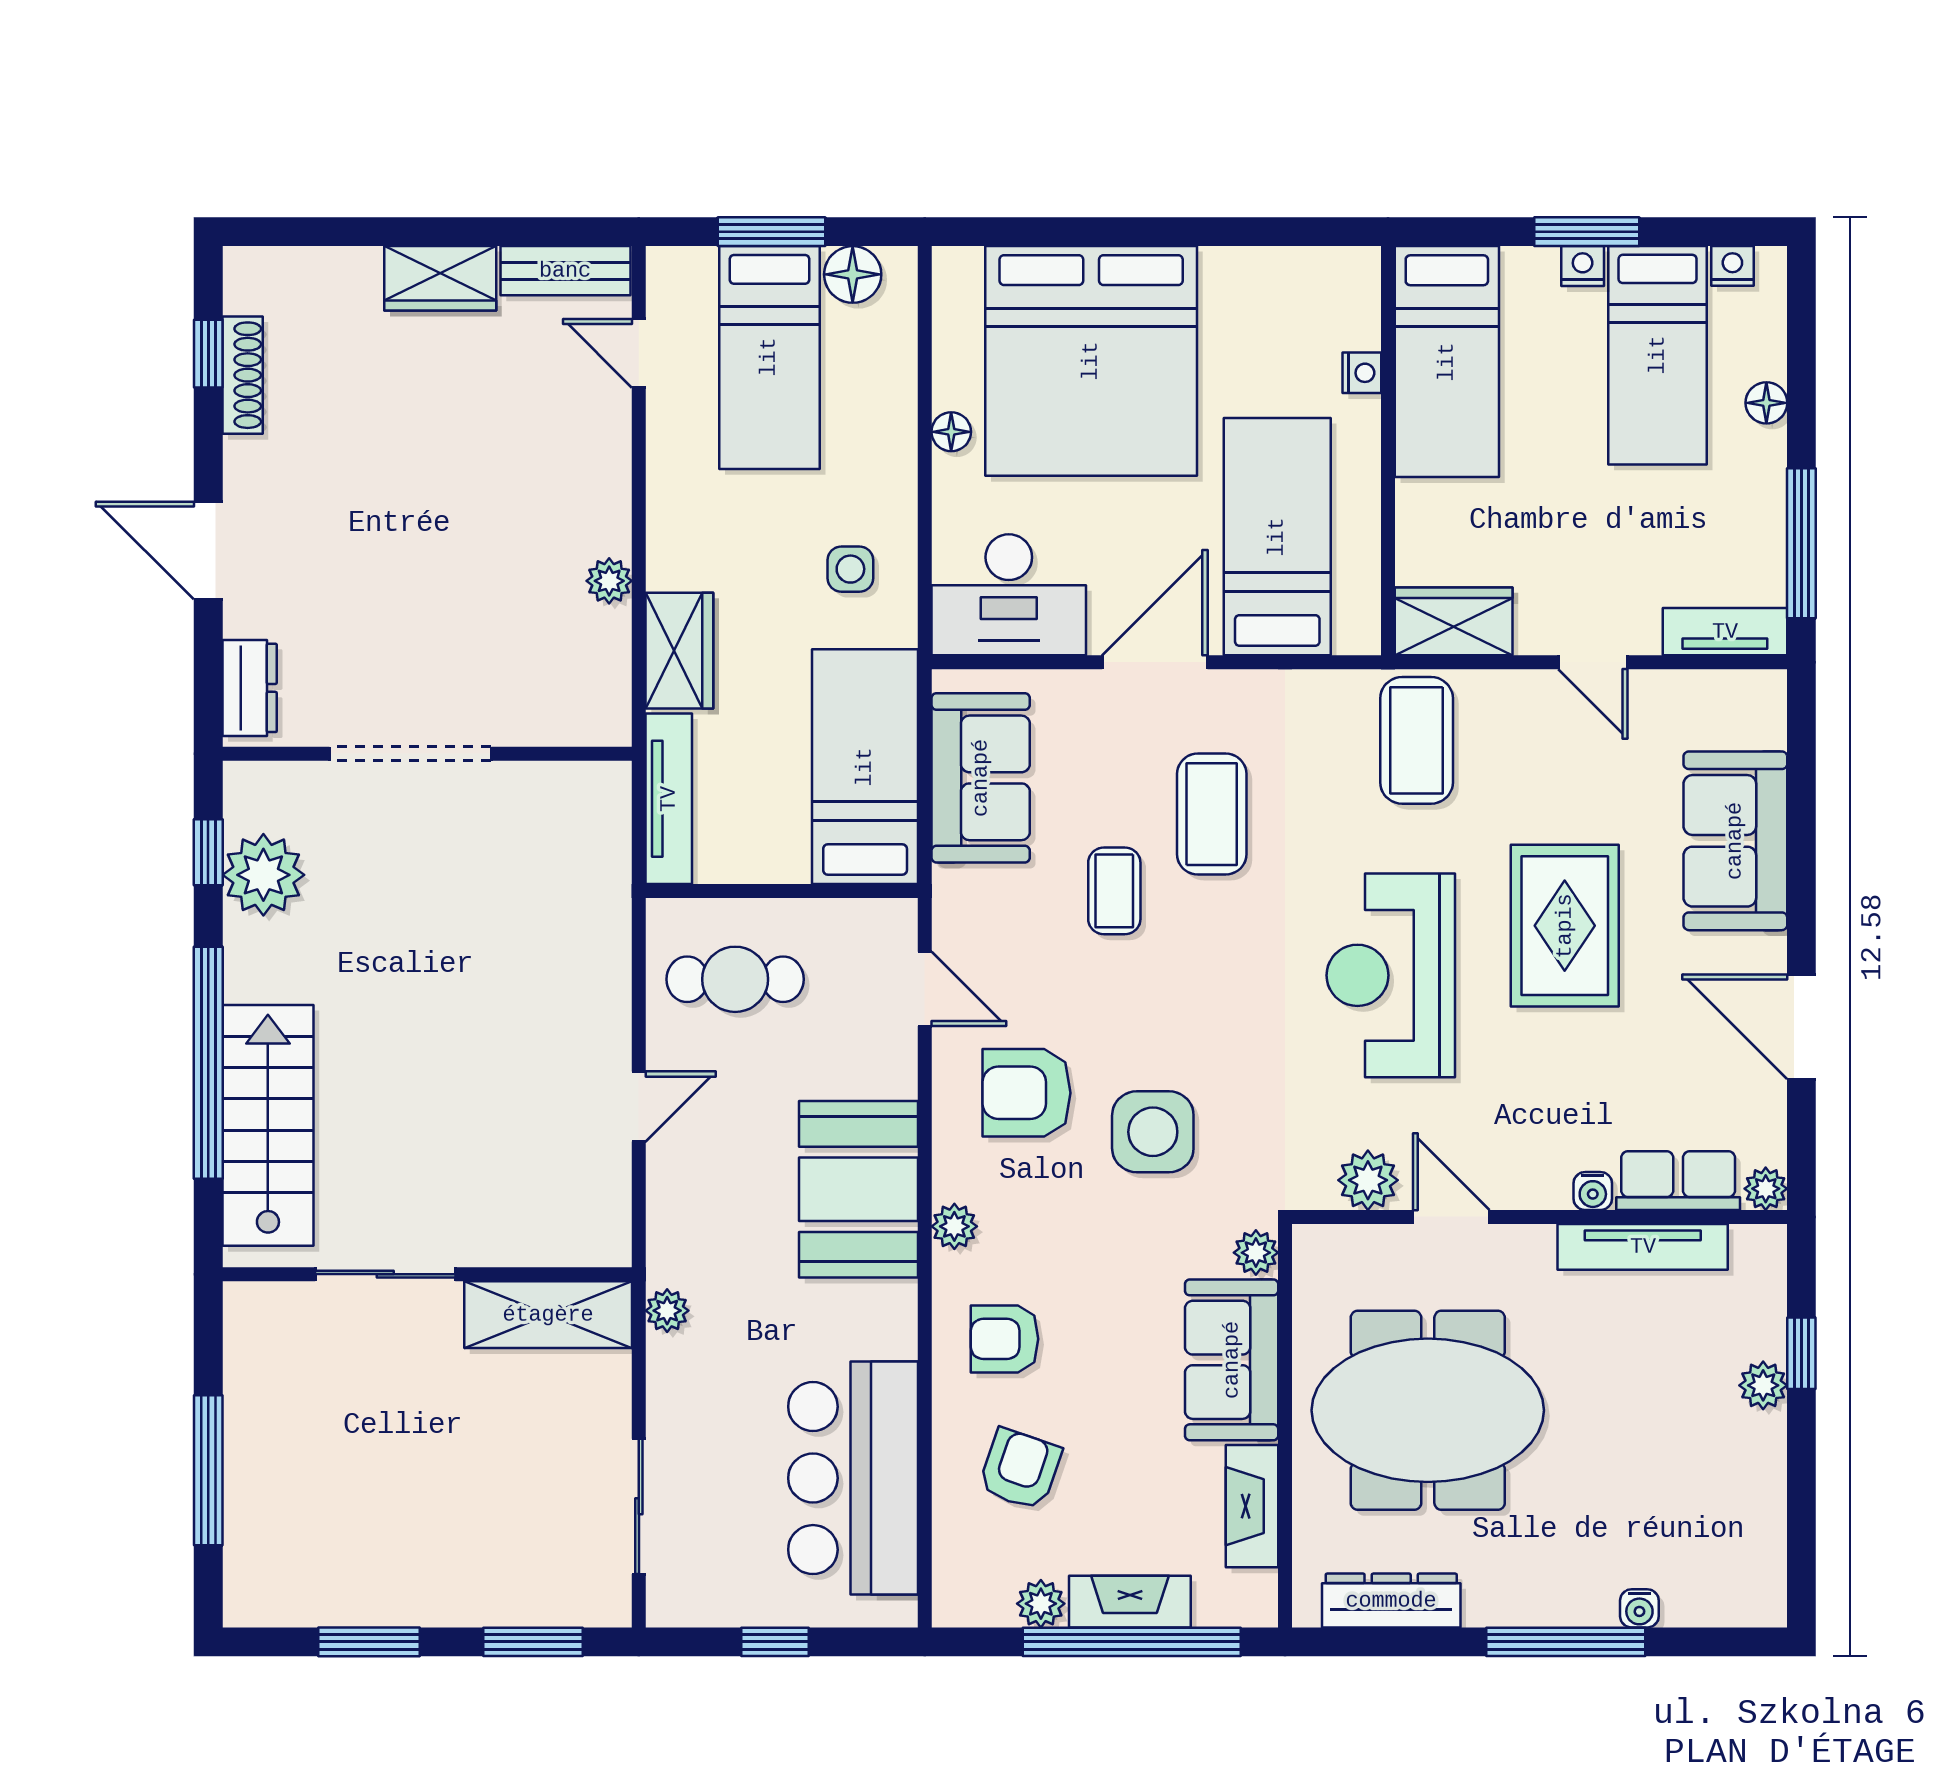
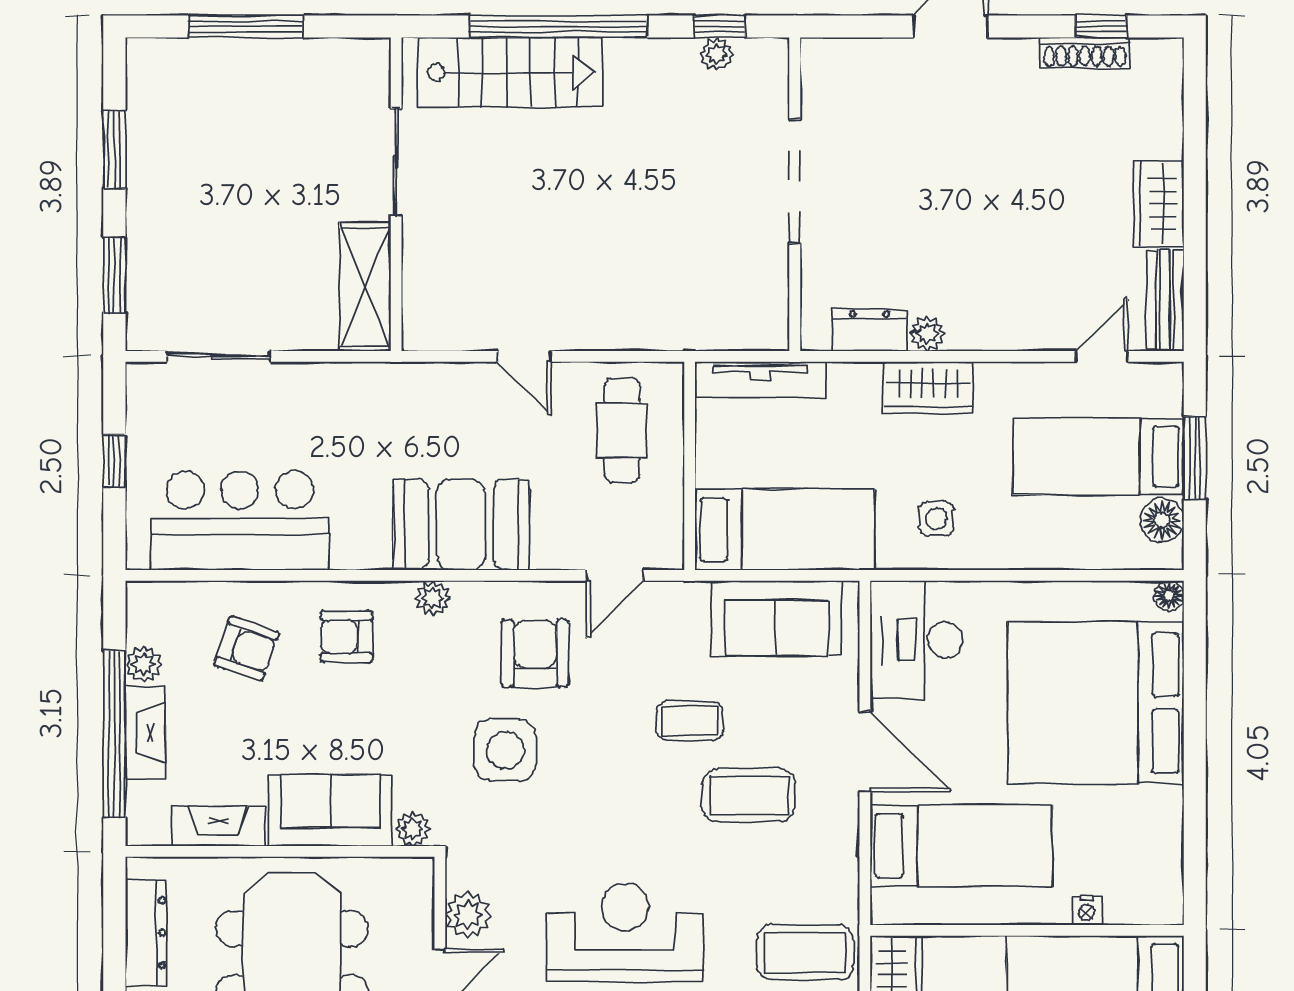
floor lamp: (951, 432) -> (1169, 596), moved
wardrobe: (679, 651) -> (928, 387), moved
dresser: (250, 688) -> (869, 330), moved, turned 180
plant: (263, 875) -> (717, 54), width x0.53, depth x0.53
plant: (667, 1311) -> (368, 378), removed
armchair: (1005, 1339) -> (346, 637), turned -90

